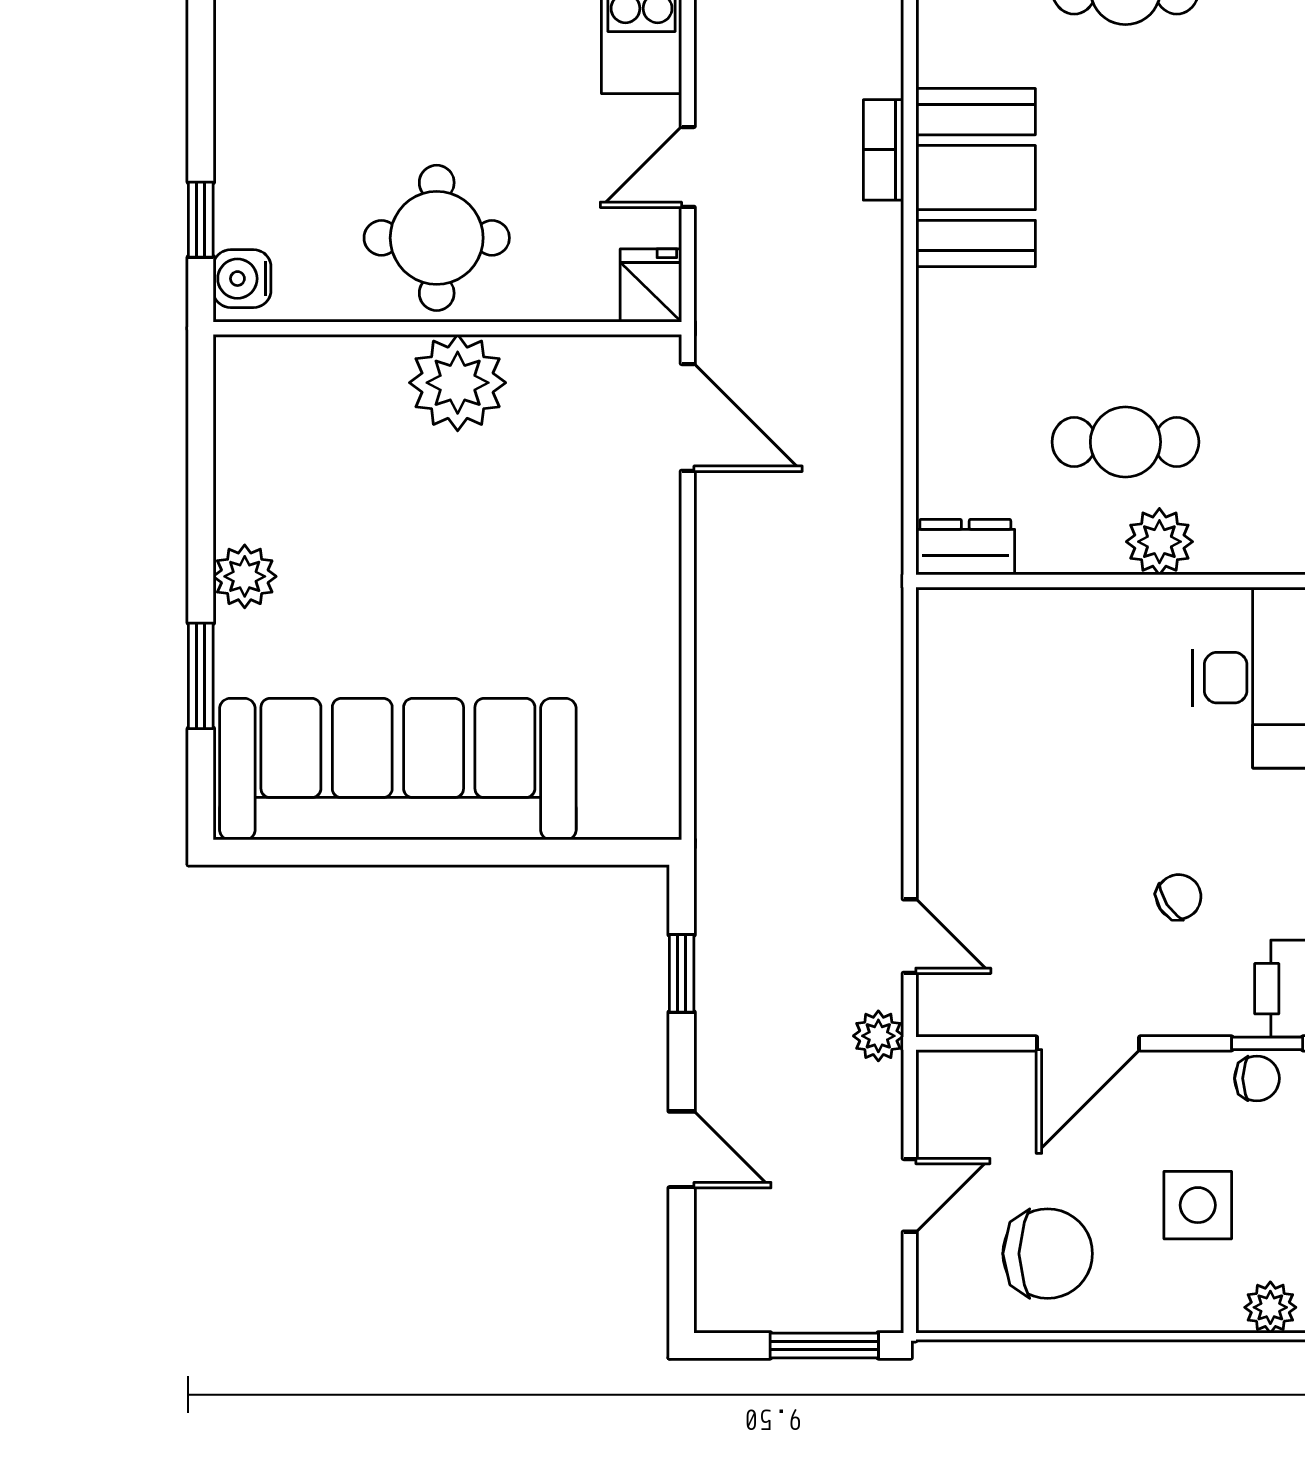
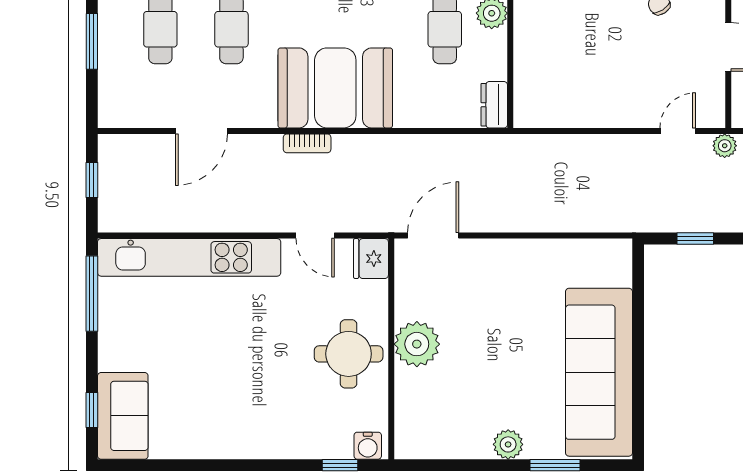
booth: (976, 178) -> (335, 88), width x1.36, depth x1.42
fridge: (651, 286) -> (371, 259), width x1.38

